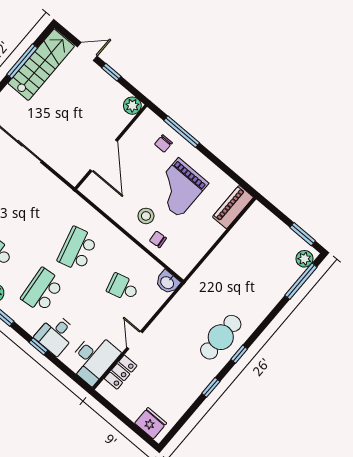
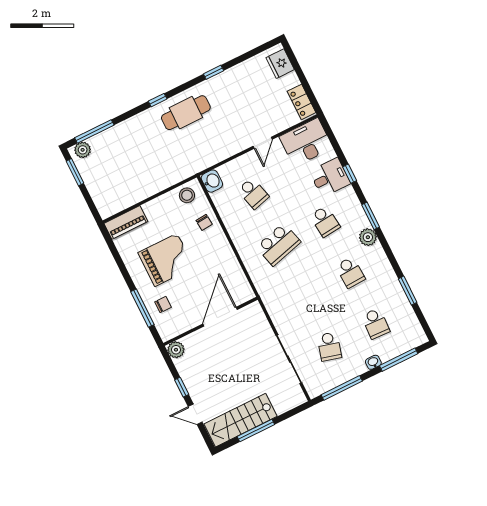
stool: (146, 216) -> (187, 195), moved
school desk: (42, 290) -> (325, 221), width x0.54
window: (239, 354) -> (158, 100), moved
locker: (121, 372) -> (301, 102), moved, turned -90

